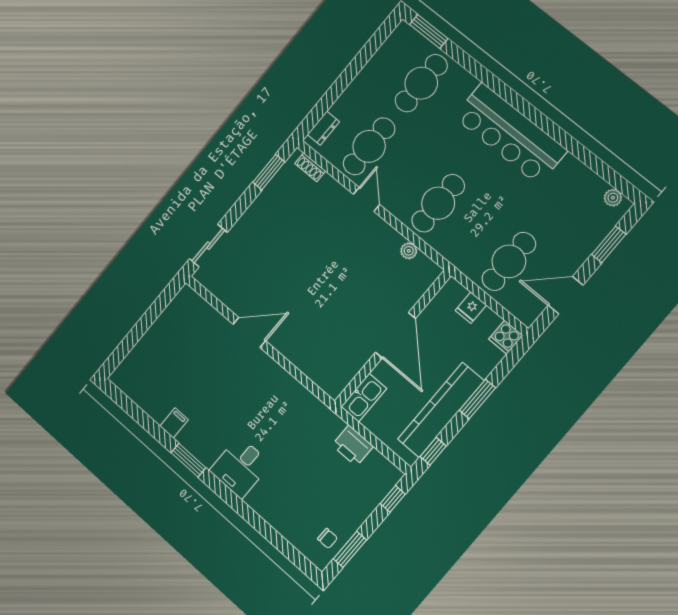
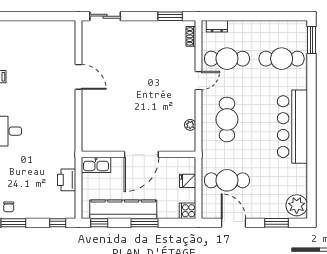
plant: (613, 198) -> (297, 205), width x1.88, depth x1.88
cafe table: (438, 203) -> (227, 119), turned 90

